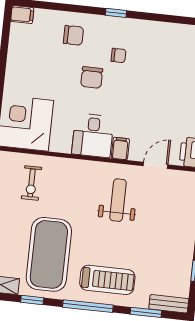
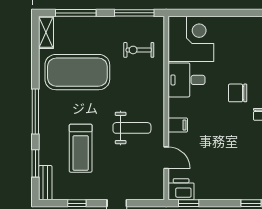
desk: (93, 135) -> (187, 80), moved
treadmill: (107, 280) -> (81, 148), moved
window: (32, 300) -> (35, 62), removed

